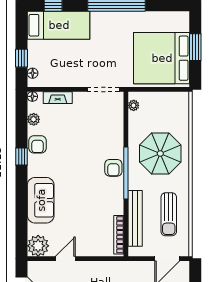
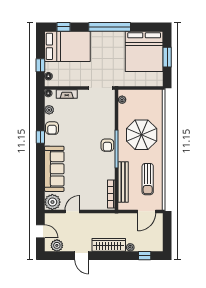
bed: (59, 25) -> (67, 46), width x1.50
bed: (162, 58) -> (144, 51), moved, turned -90
sofa: (41, 200) -> (54, 169), width x1.36

